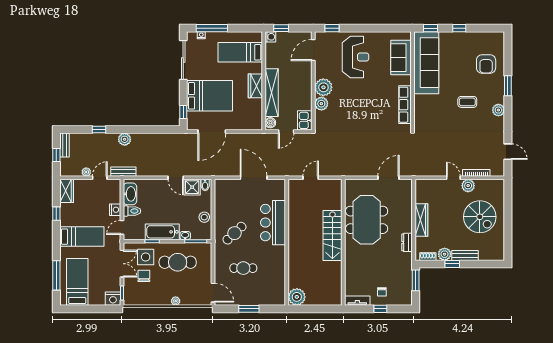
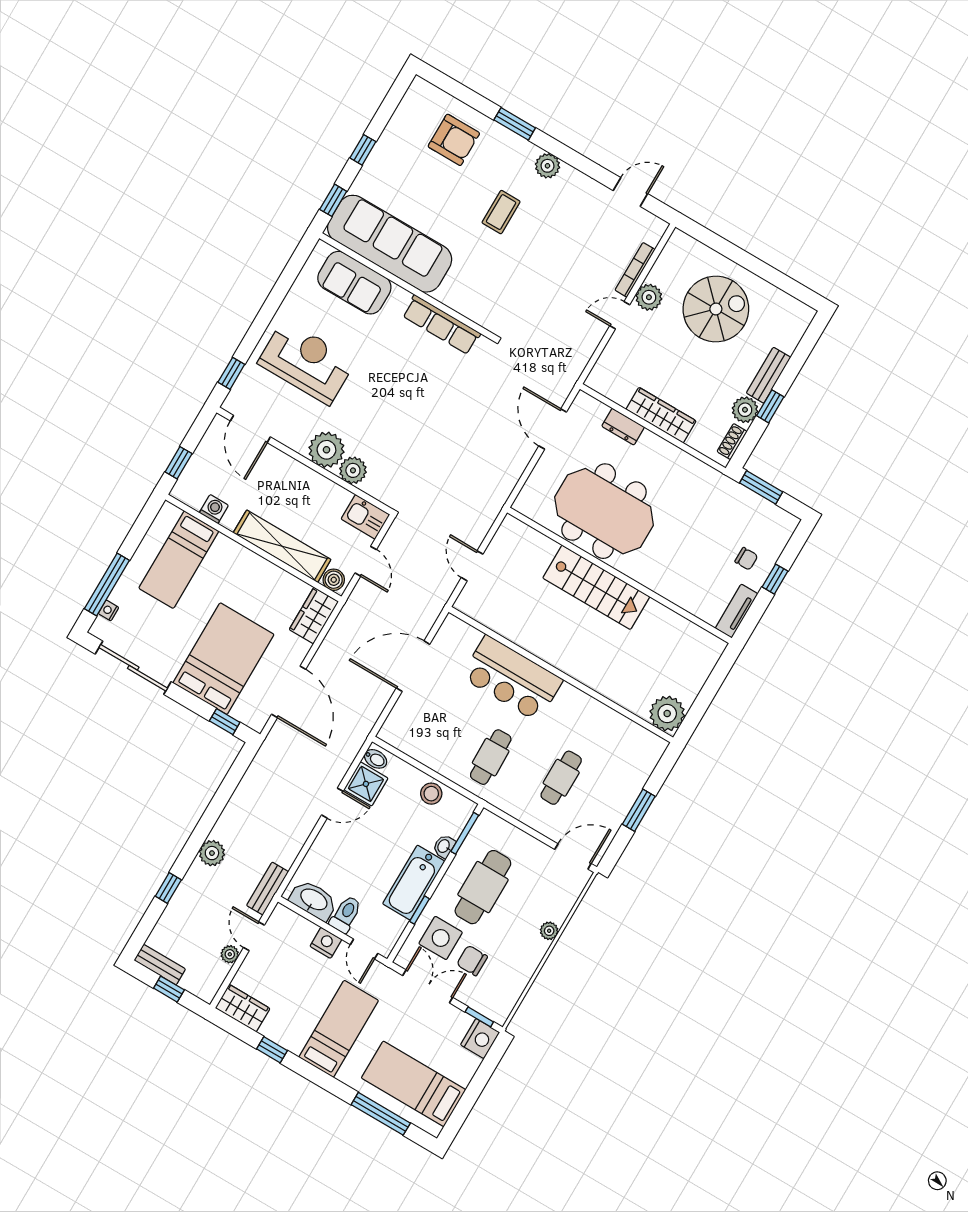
washing machine: (270, 37) -> (214, 509), moved
wardrobe: (255, 86) -> (314, 616), moved, turned 90
cafe table: (234, 233) -> (491, 757), turned 42
dresser: (407, 242) -> (623, 427), moved

